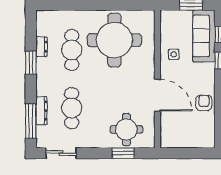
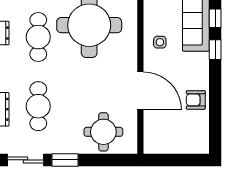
armchair: (204, 103) -> (196, 100), turned -90
window: (123, 153) -> (65, 160), moved

